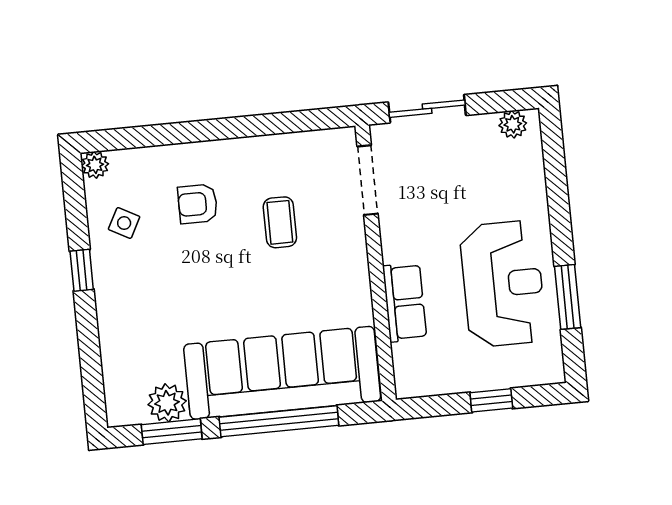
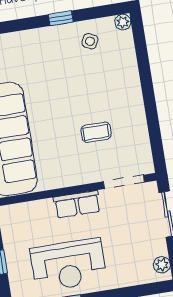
armchair: (198, 204) -> (104, 83), removed
row of seats: (405, 302) -> (77, 204), moved

